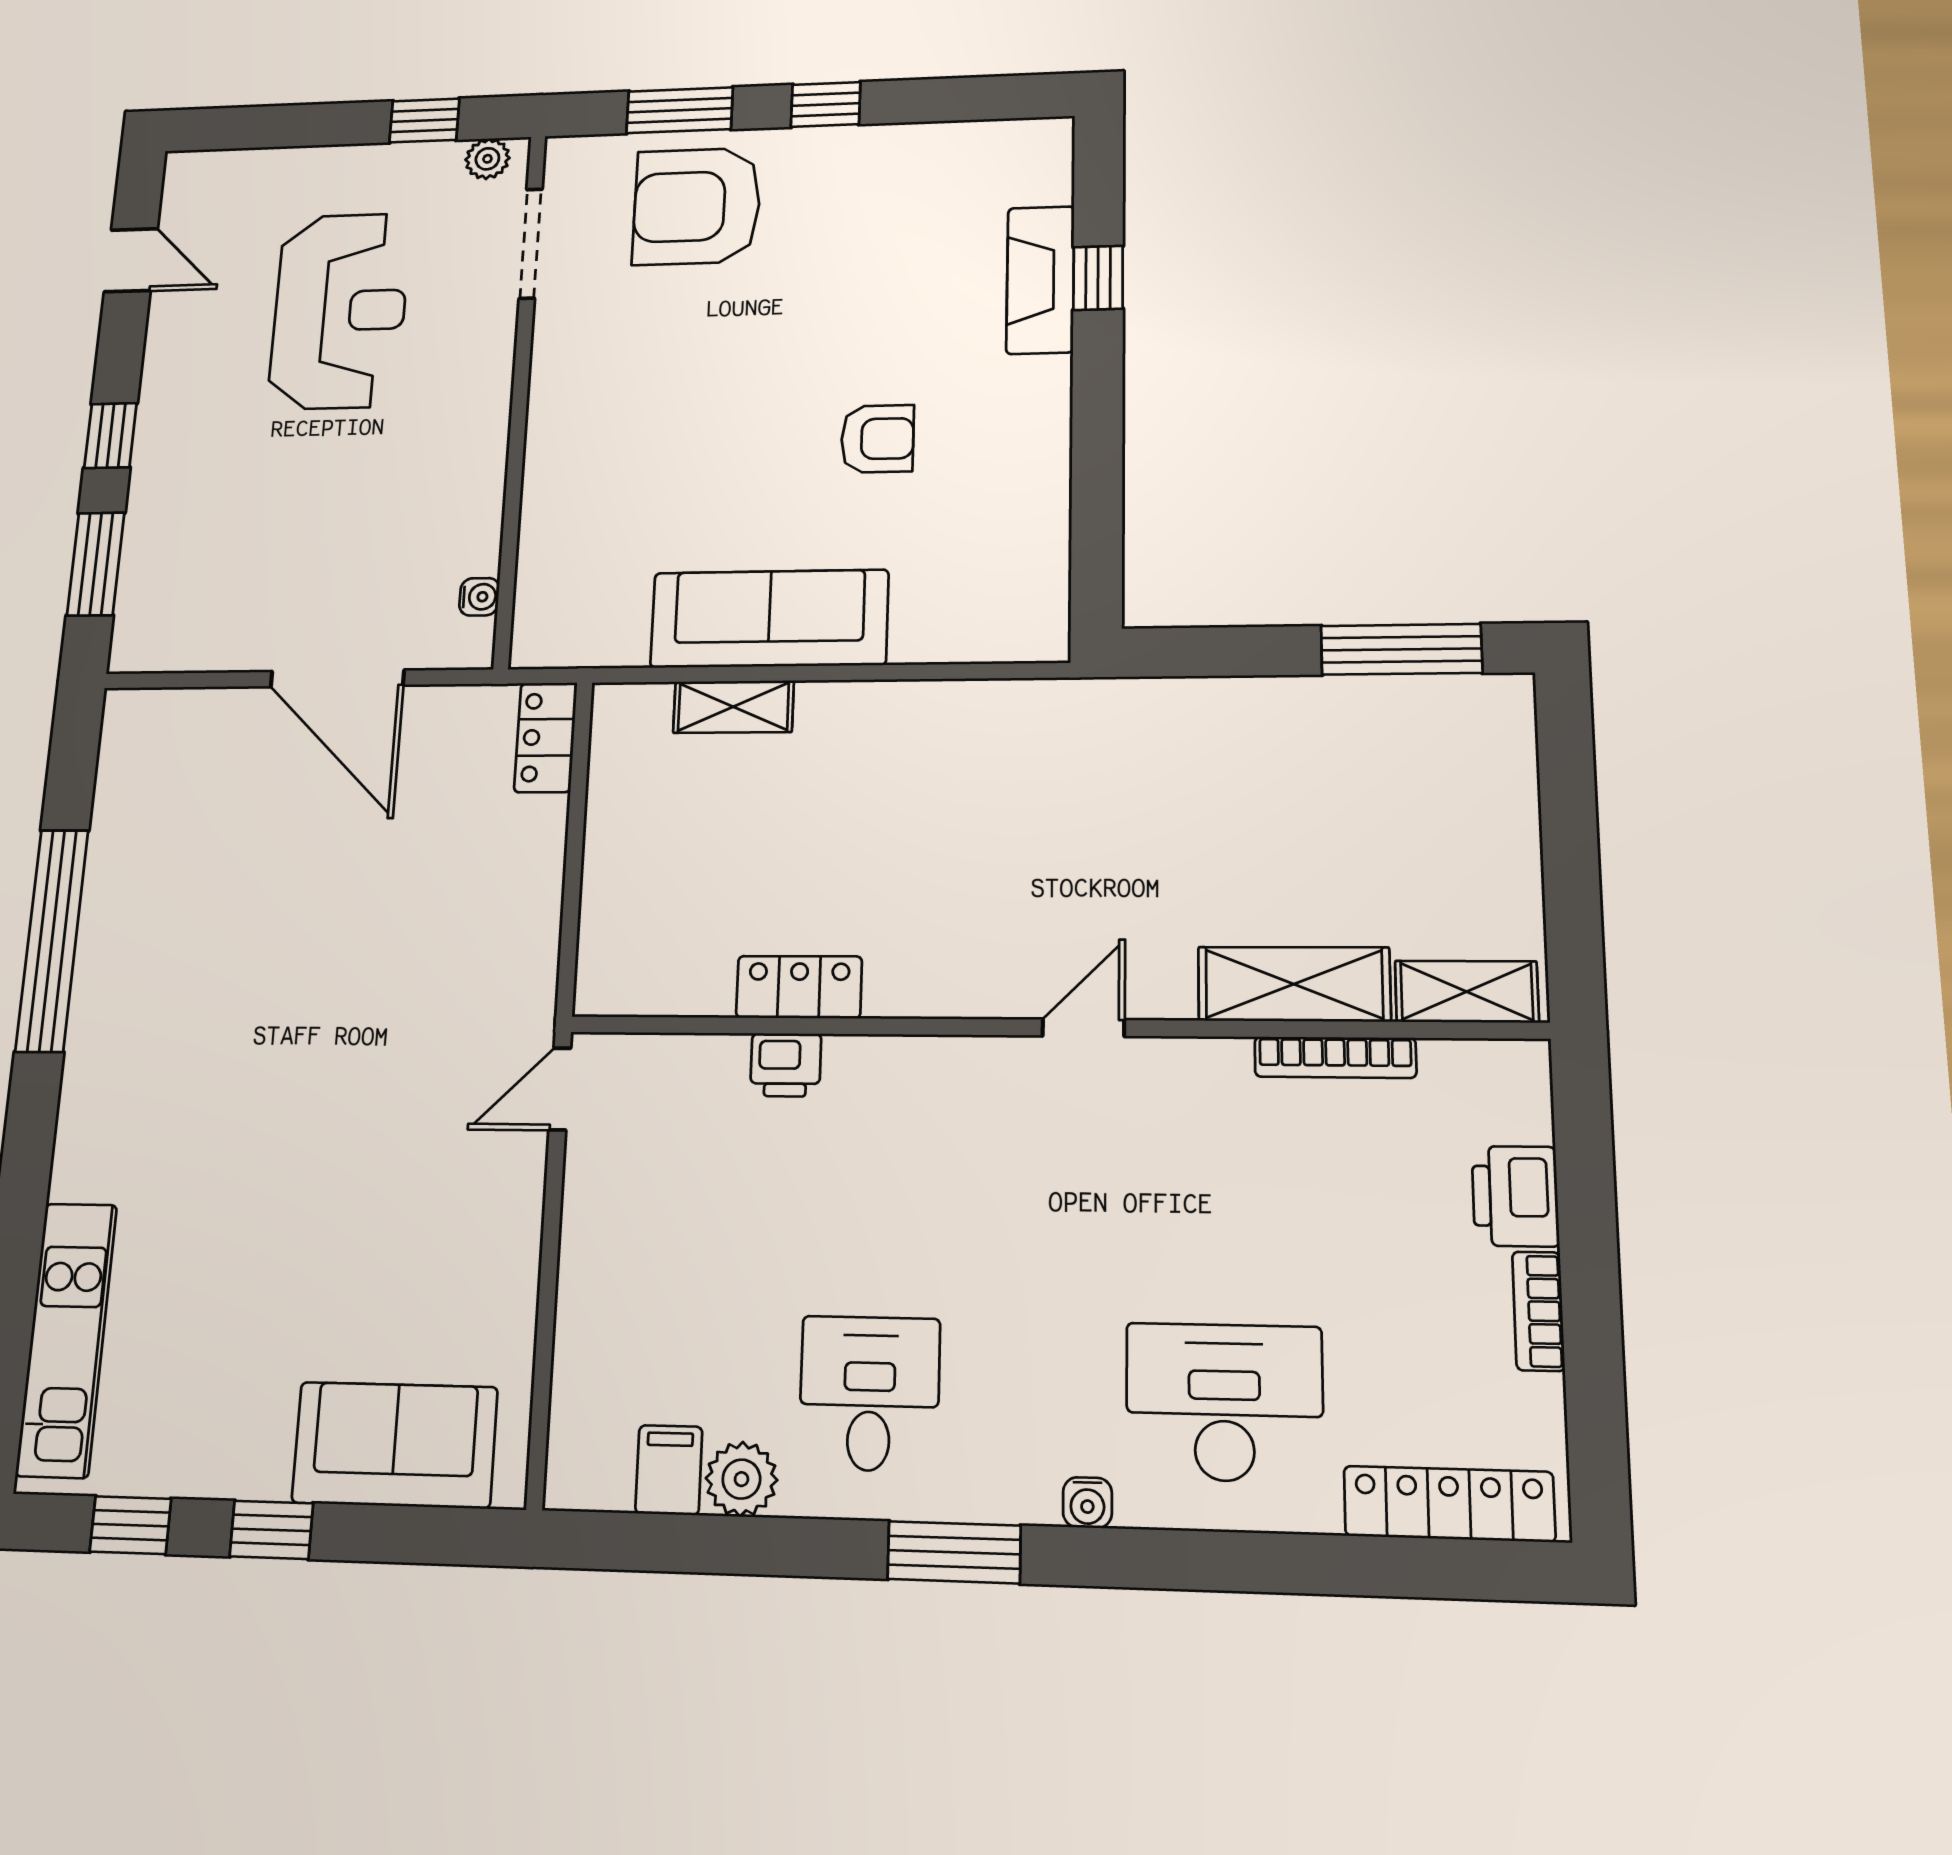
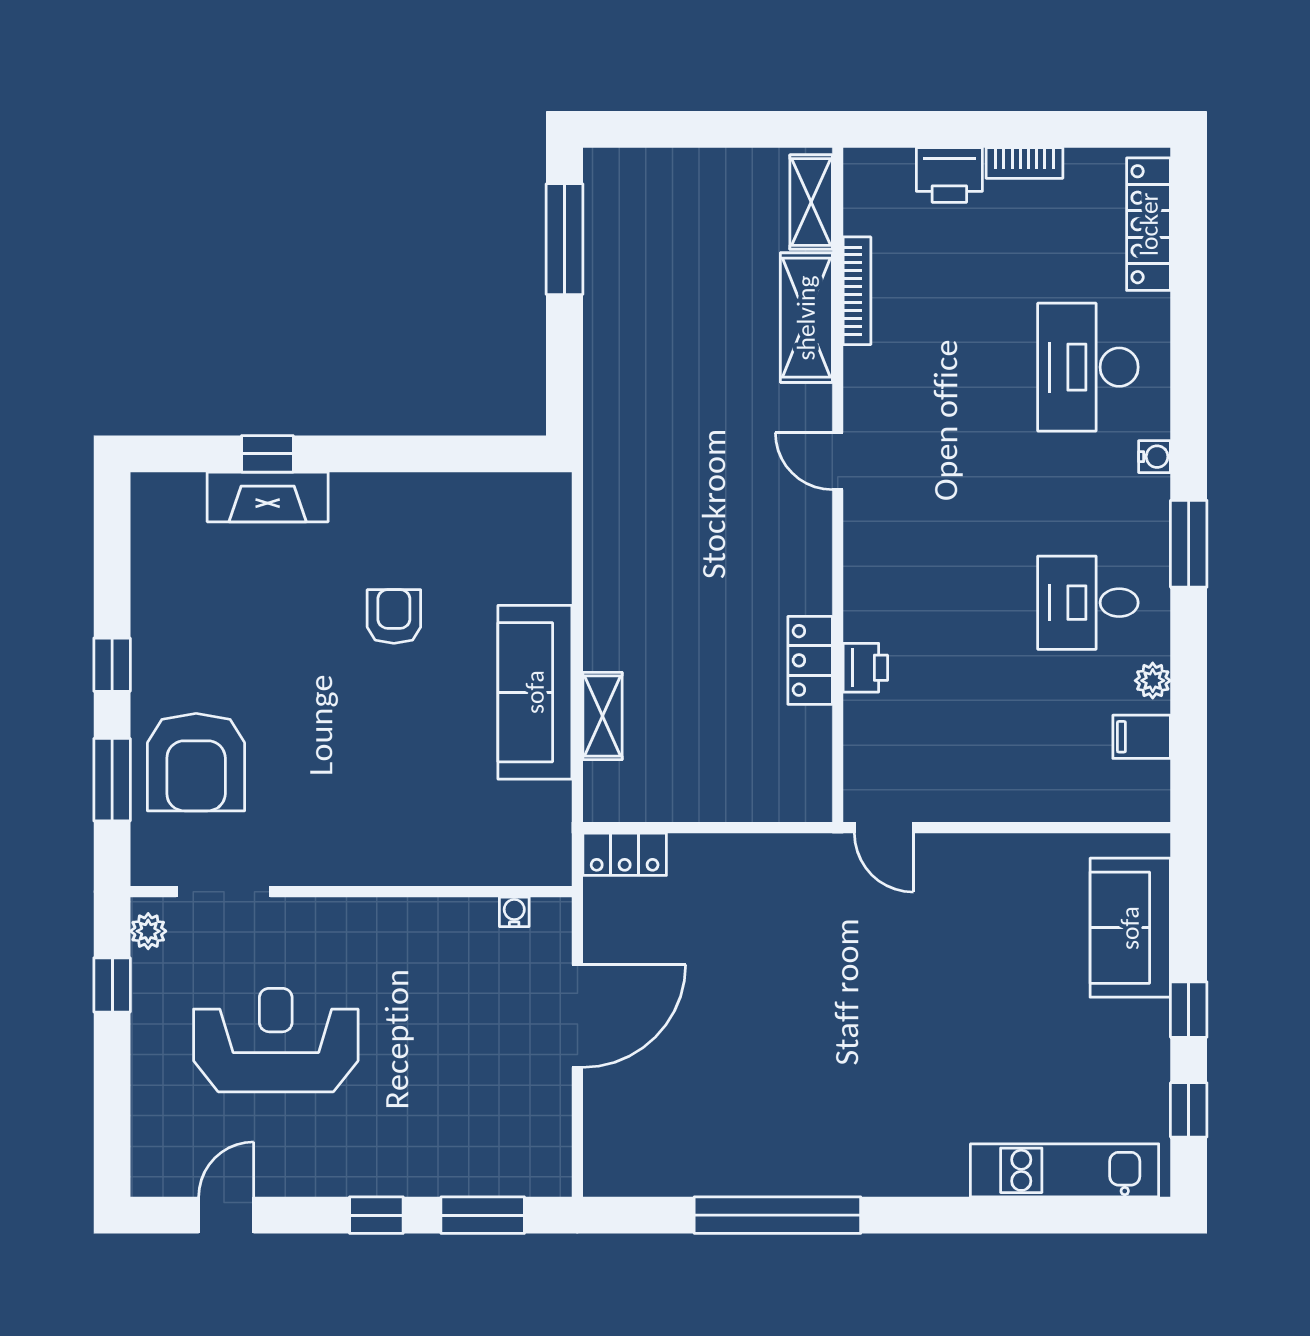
plant: (741, 1479) -> (1153, 681), width x0.73, depth x0.73

